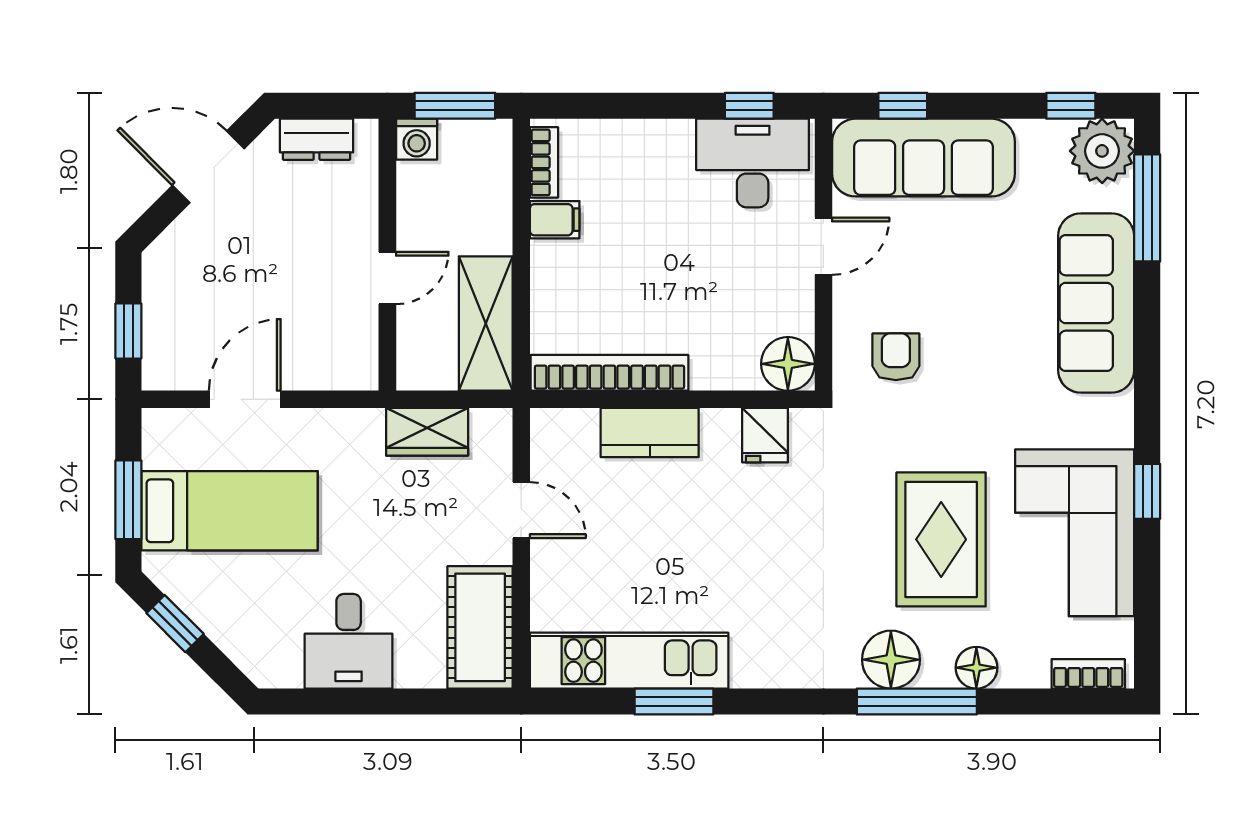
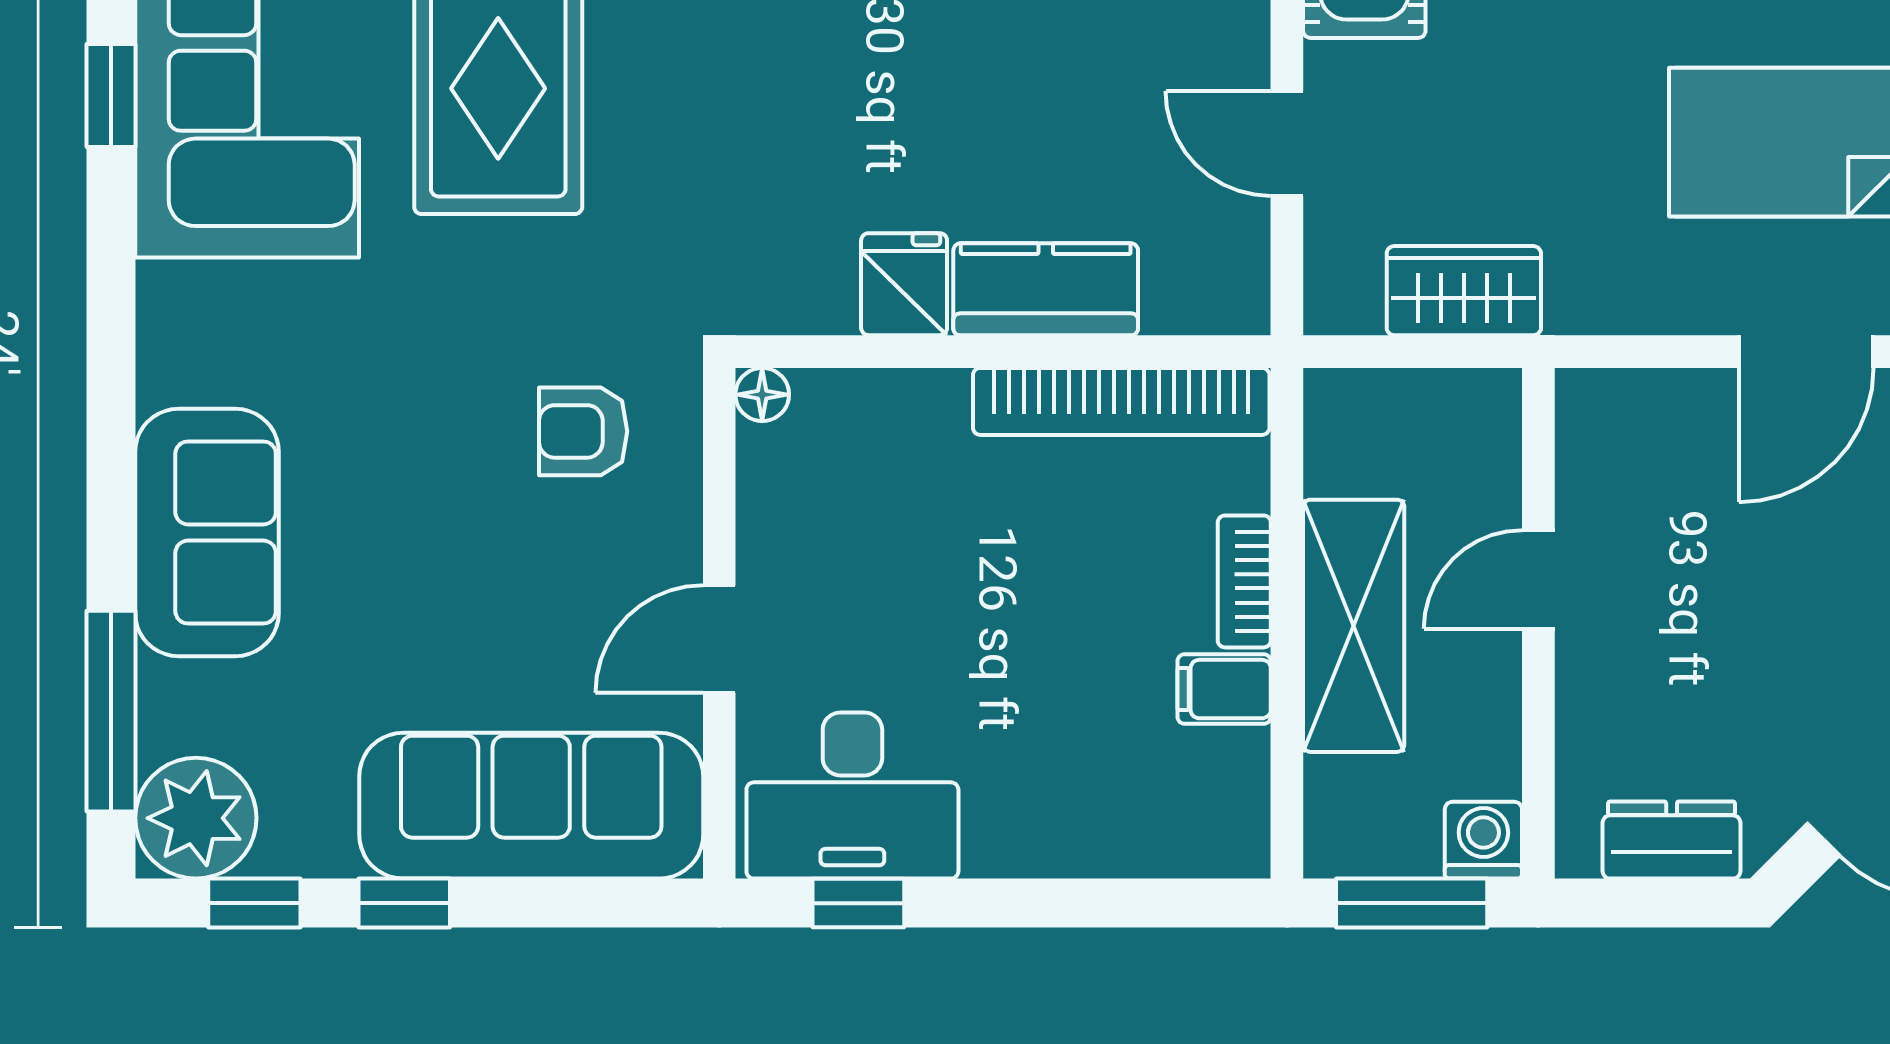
window: (903, 106) -> (404, 903), moved
bookcase: (544, 162) -> (1244, 581), moved
sofa: (1096, 303) -> (207, 532), width x0.73
shelving: (486, 323) -> (1354, 626), moved
armchair: (896, 357) -> (583, 431), turned 90
floor lamp: (788, 364) -> (762, 395), width x0.53, depth x0.53
fridge: (765, 435) -> (904, 284), moved
window: (1147, 491) -> (111, 96), moved

